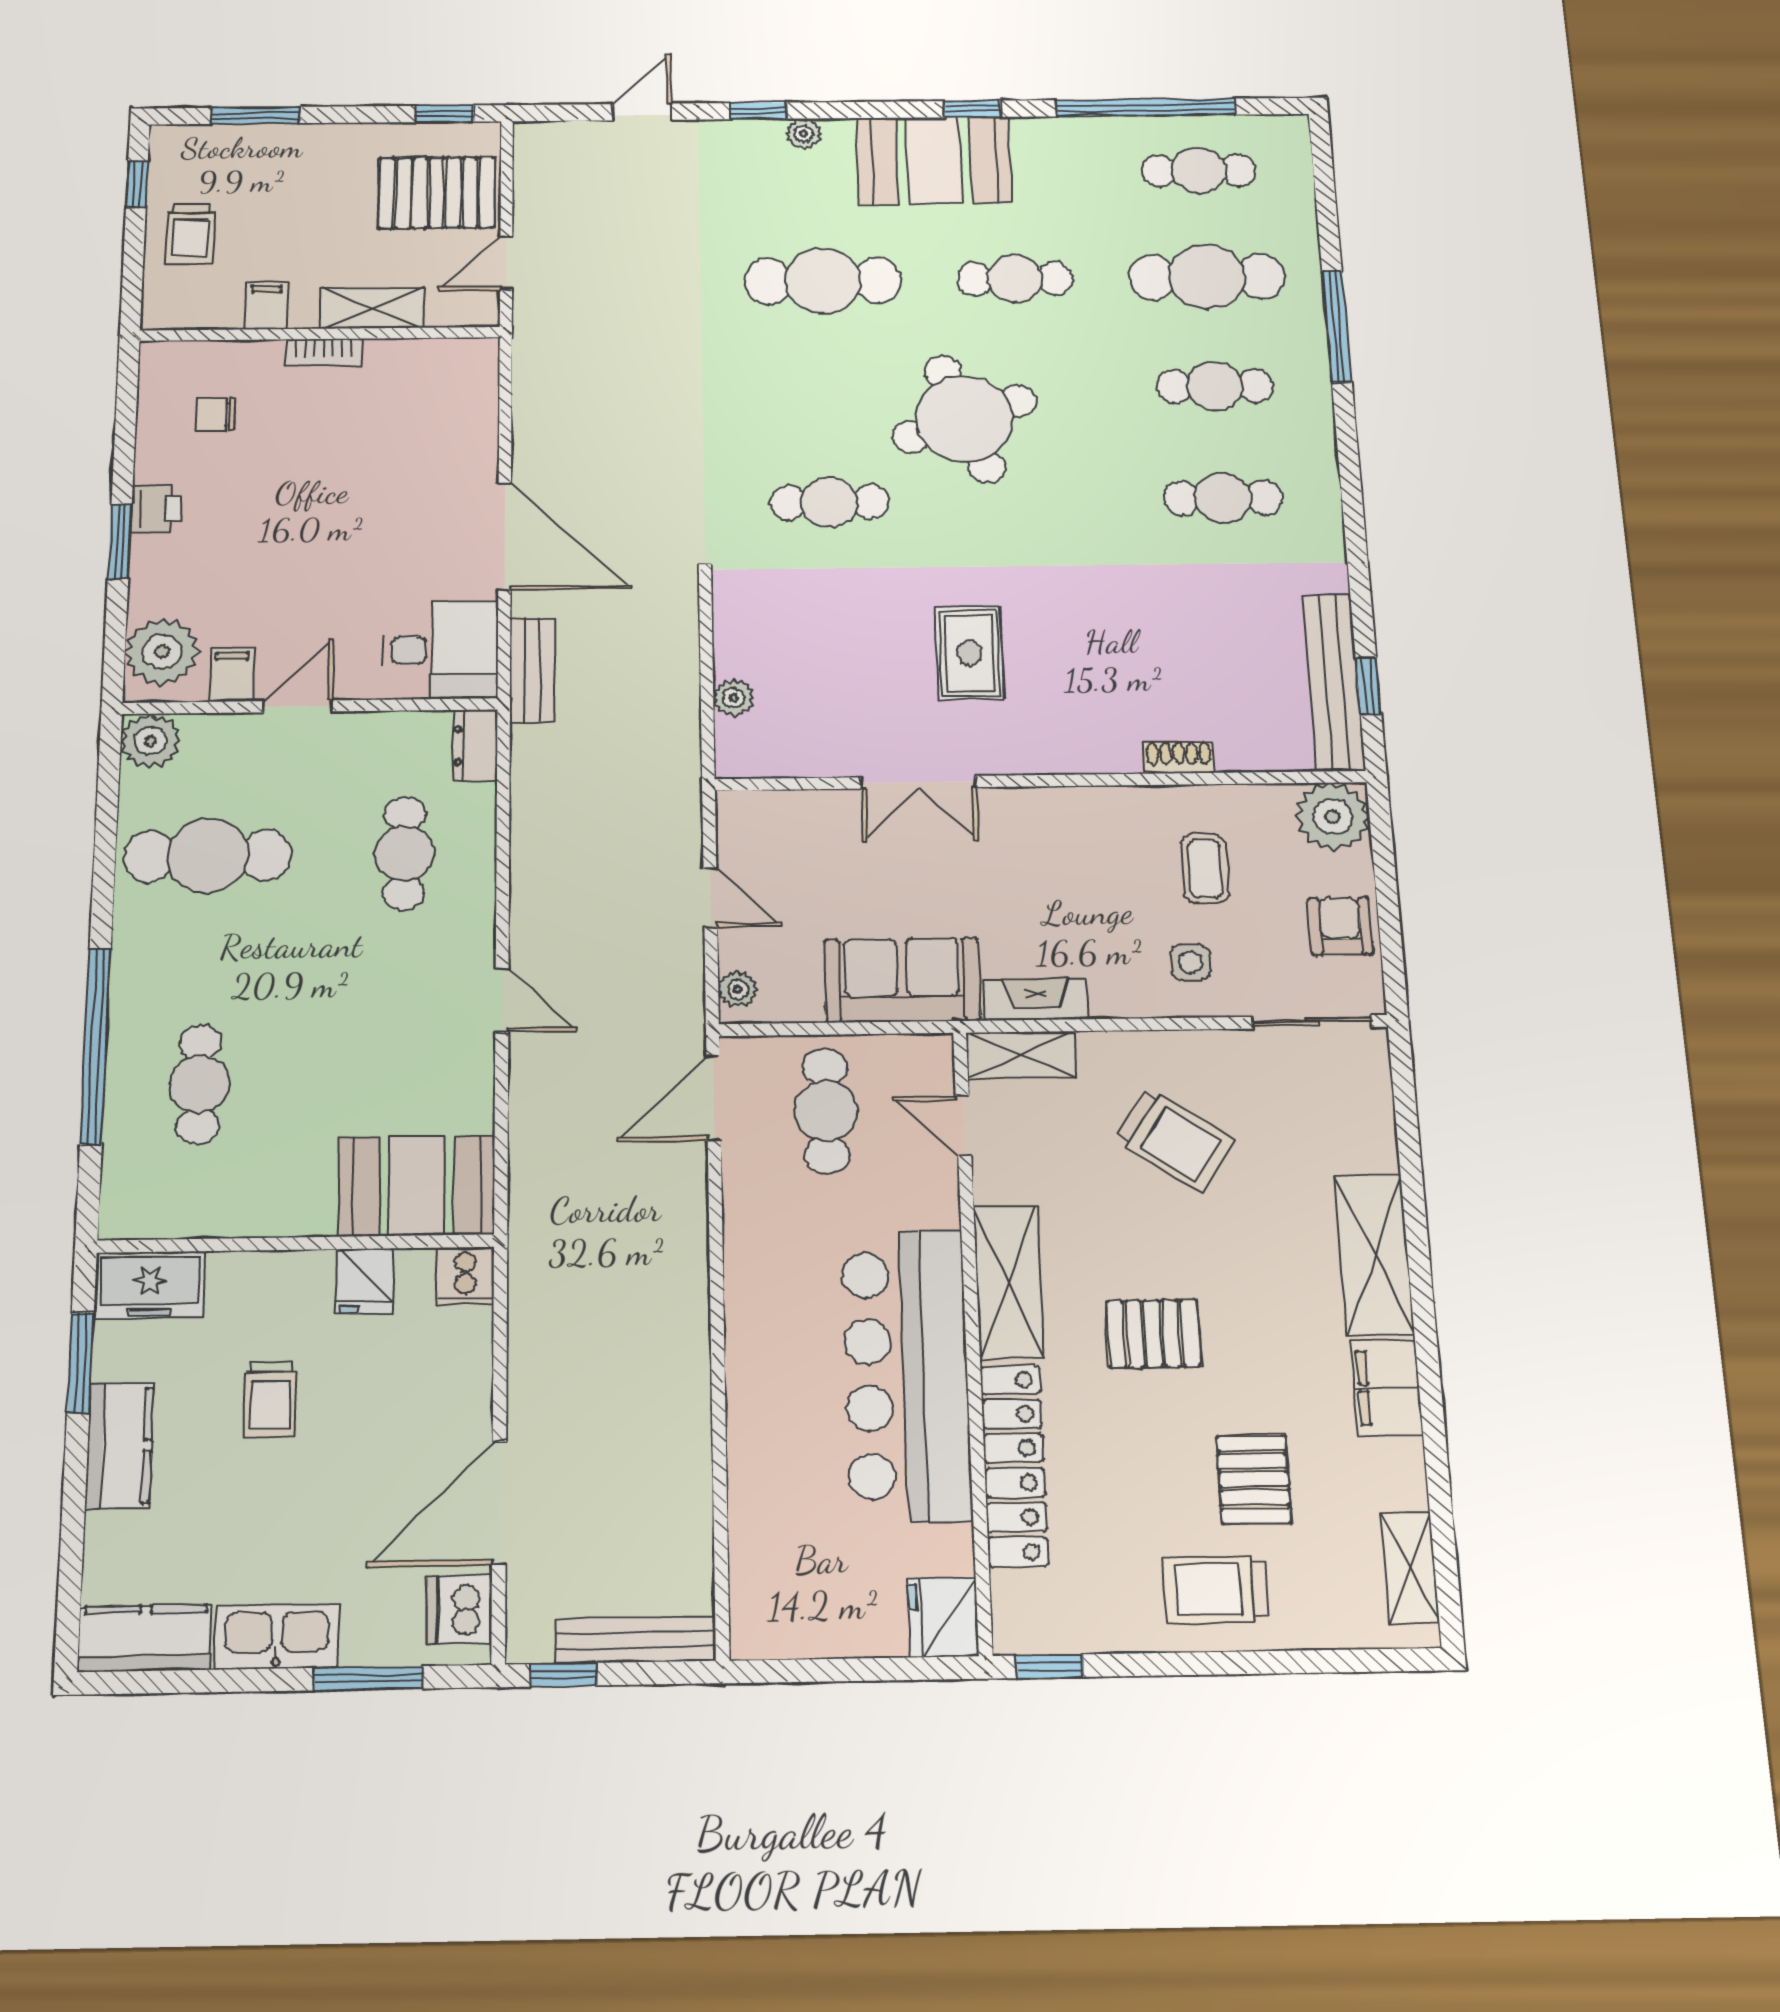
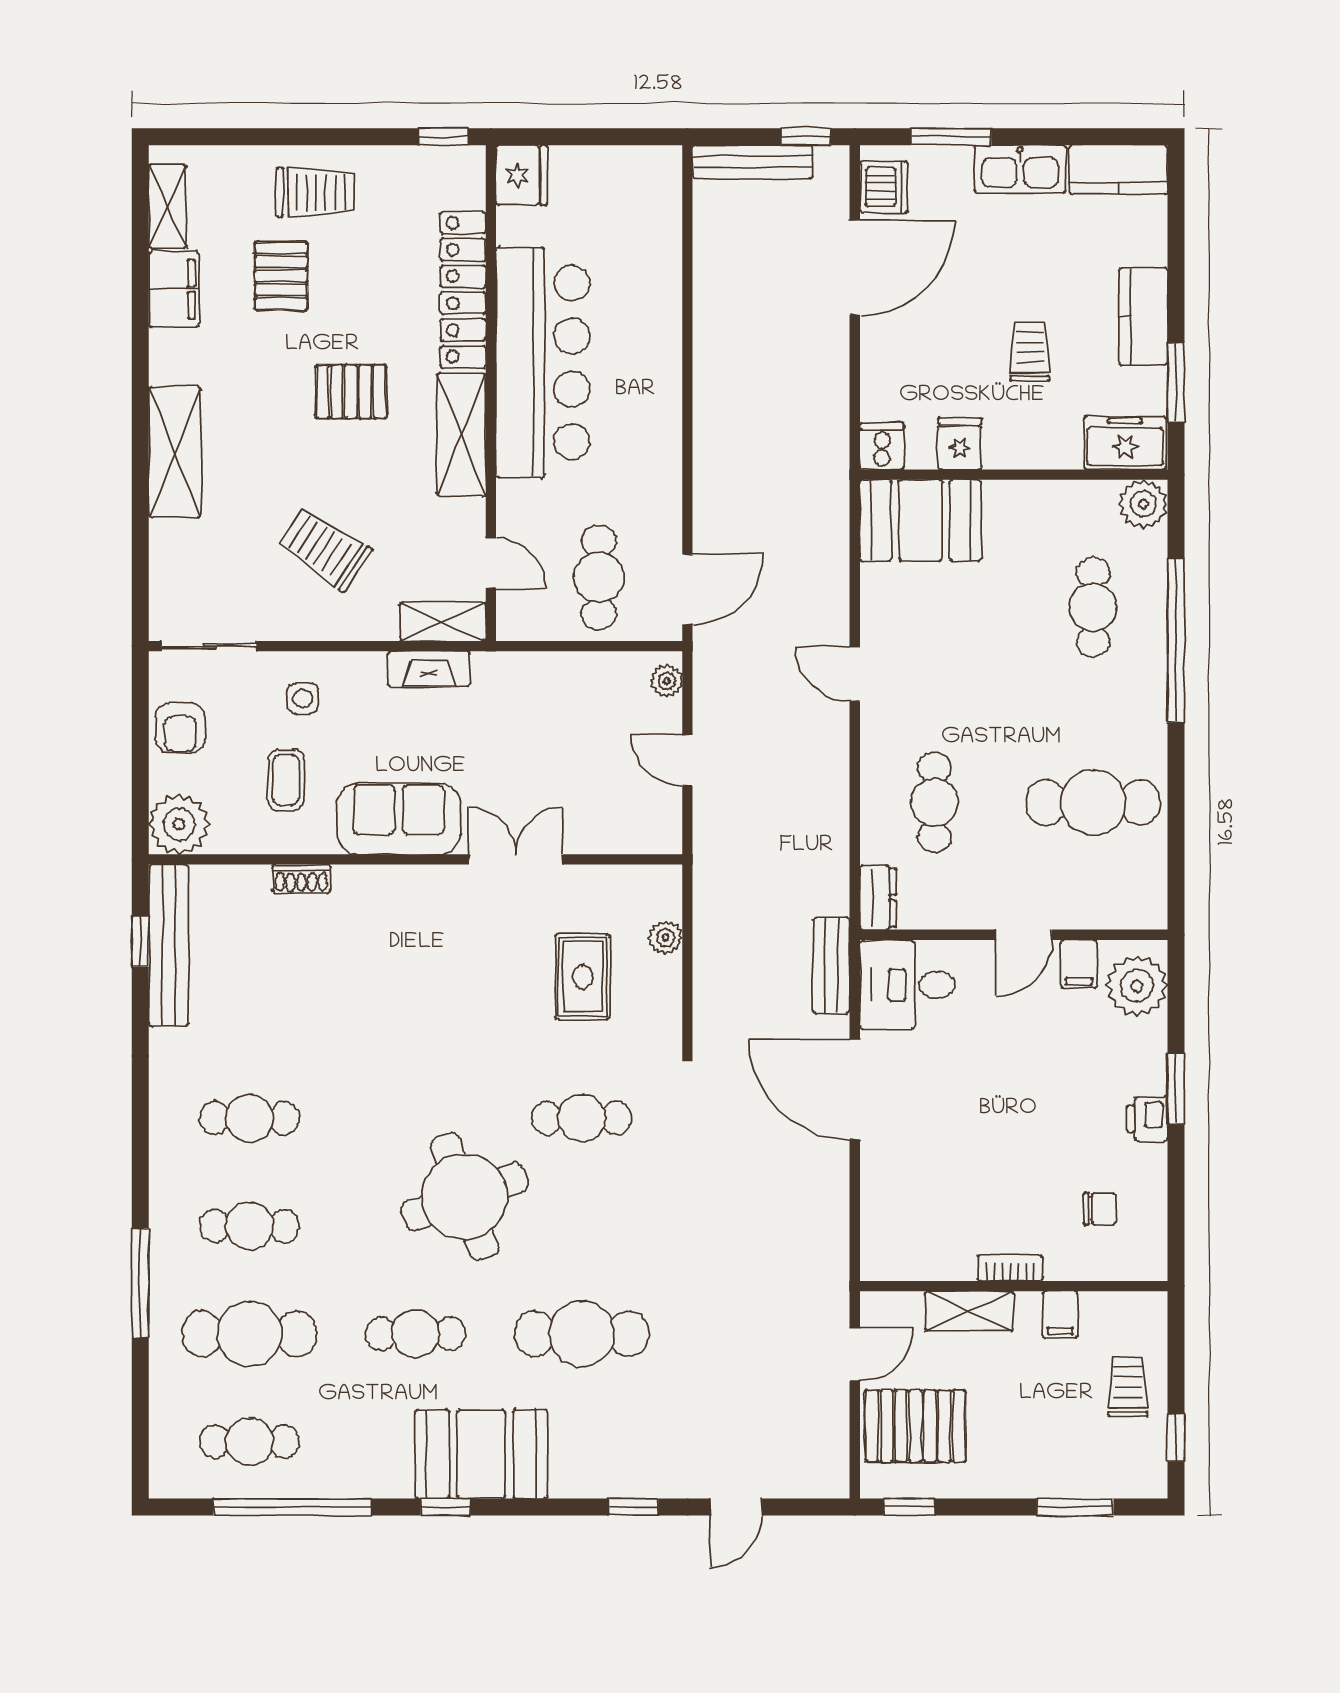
plant: (804, 134) -> (595, 1483), removed
rug: (969, 653) -> (583, 977), moved
plant: (150, 741) -> (1143, 504), moved
sofa: (902, 980) -> (399, 819), moved, turned 180
filing cabinet: (1387, 1388) -> (174, 289), moved

